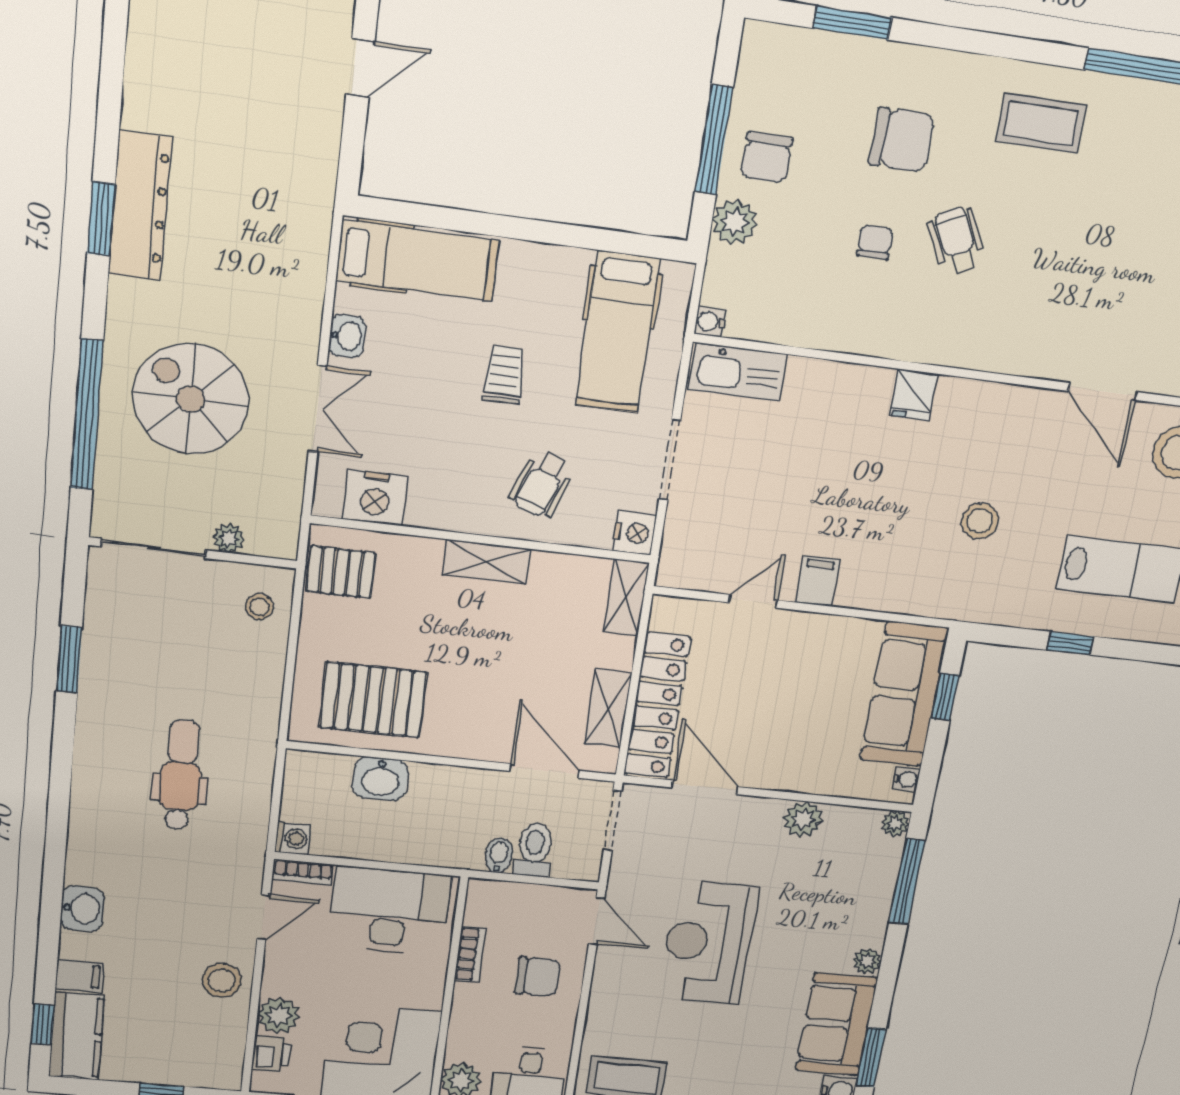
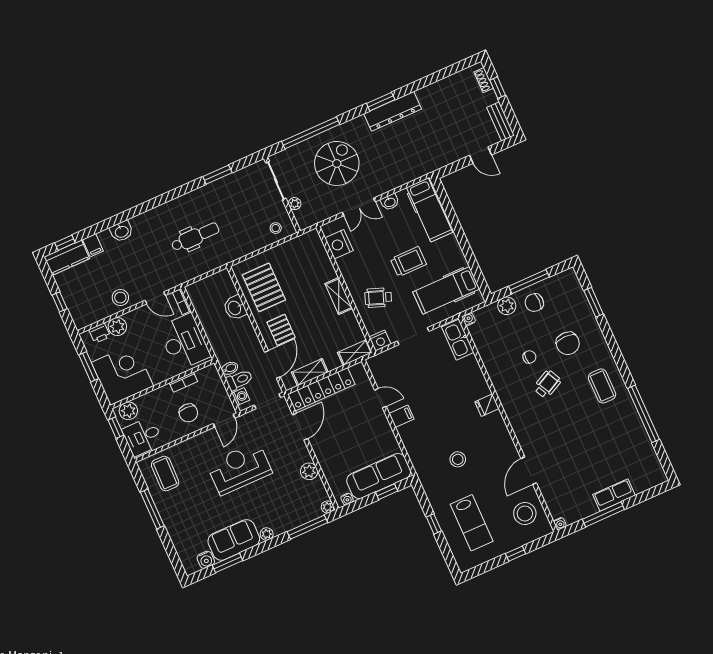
trolley: (504, 375) -> (408, 262), width x1.36, depth x1.39
pallet: (341, 572) -> (281, 330), moved
washing machine: (293, 838) -> (241, 397), moved, turned -90

